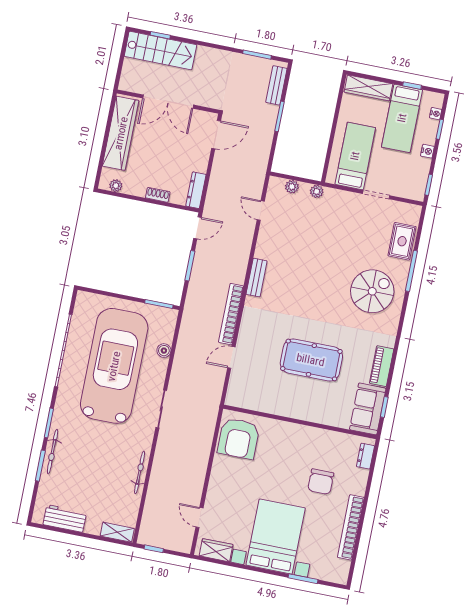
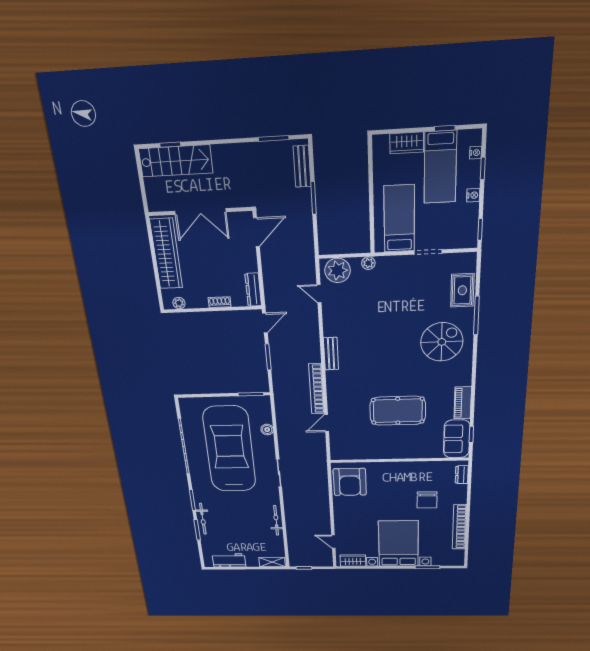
wardrobe: (368, 88) -> (407, 143), width x0.67
plant: (292, 187) -> (338, 270), width x1.88, depth x1.88

